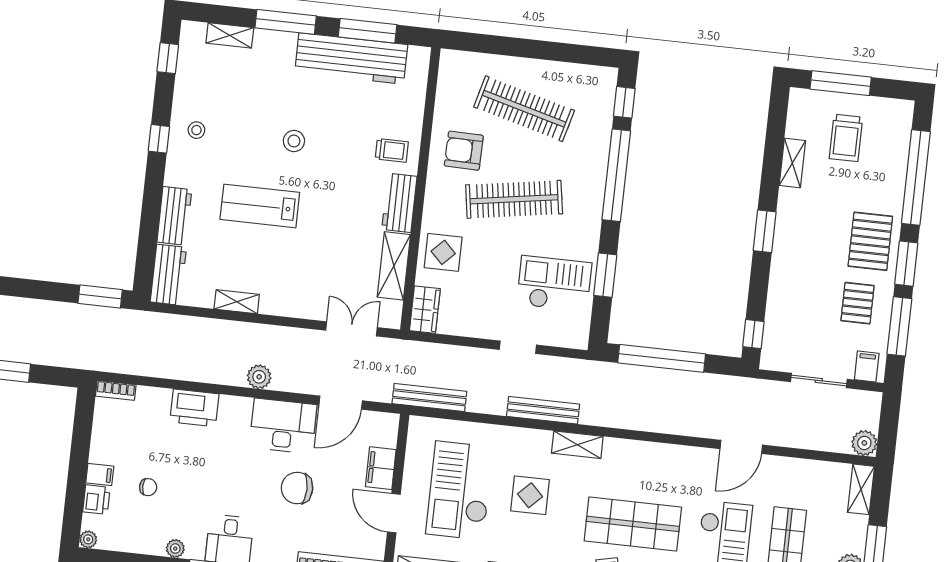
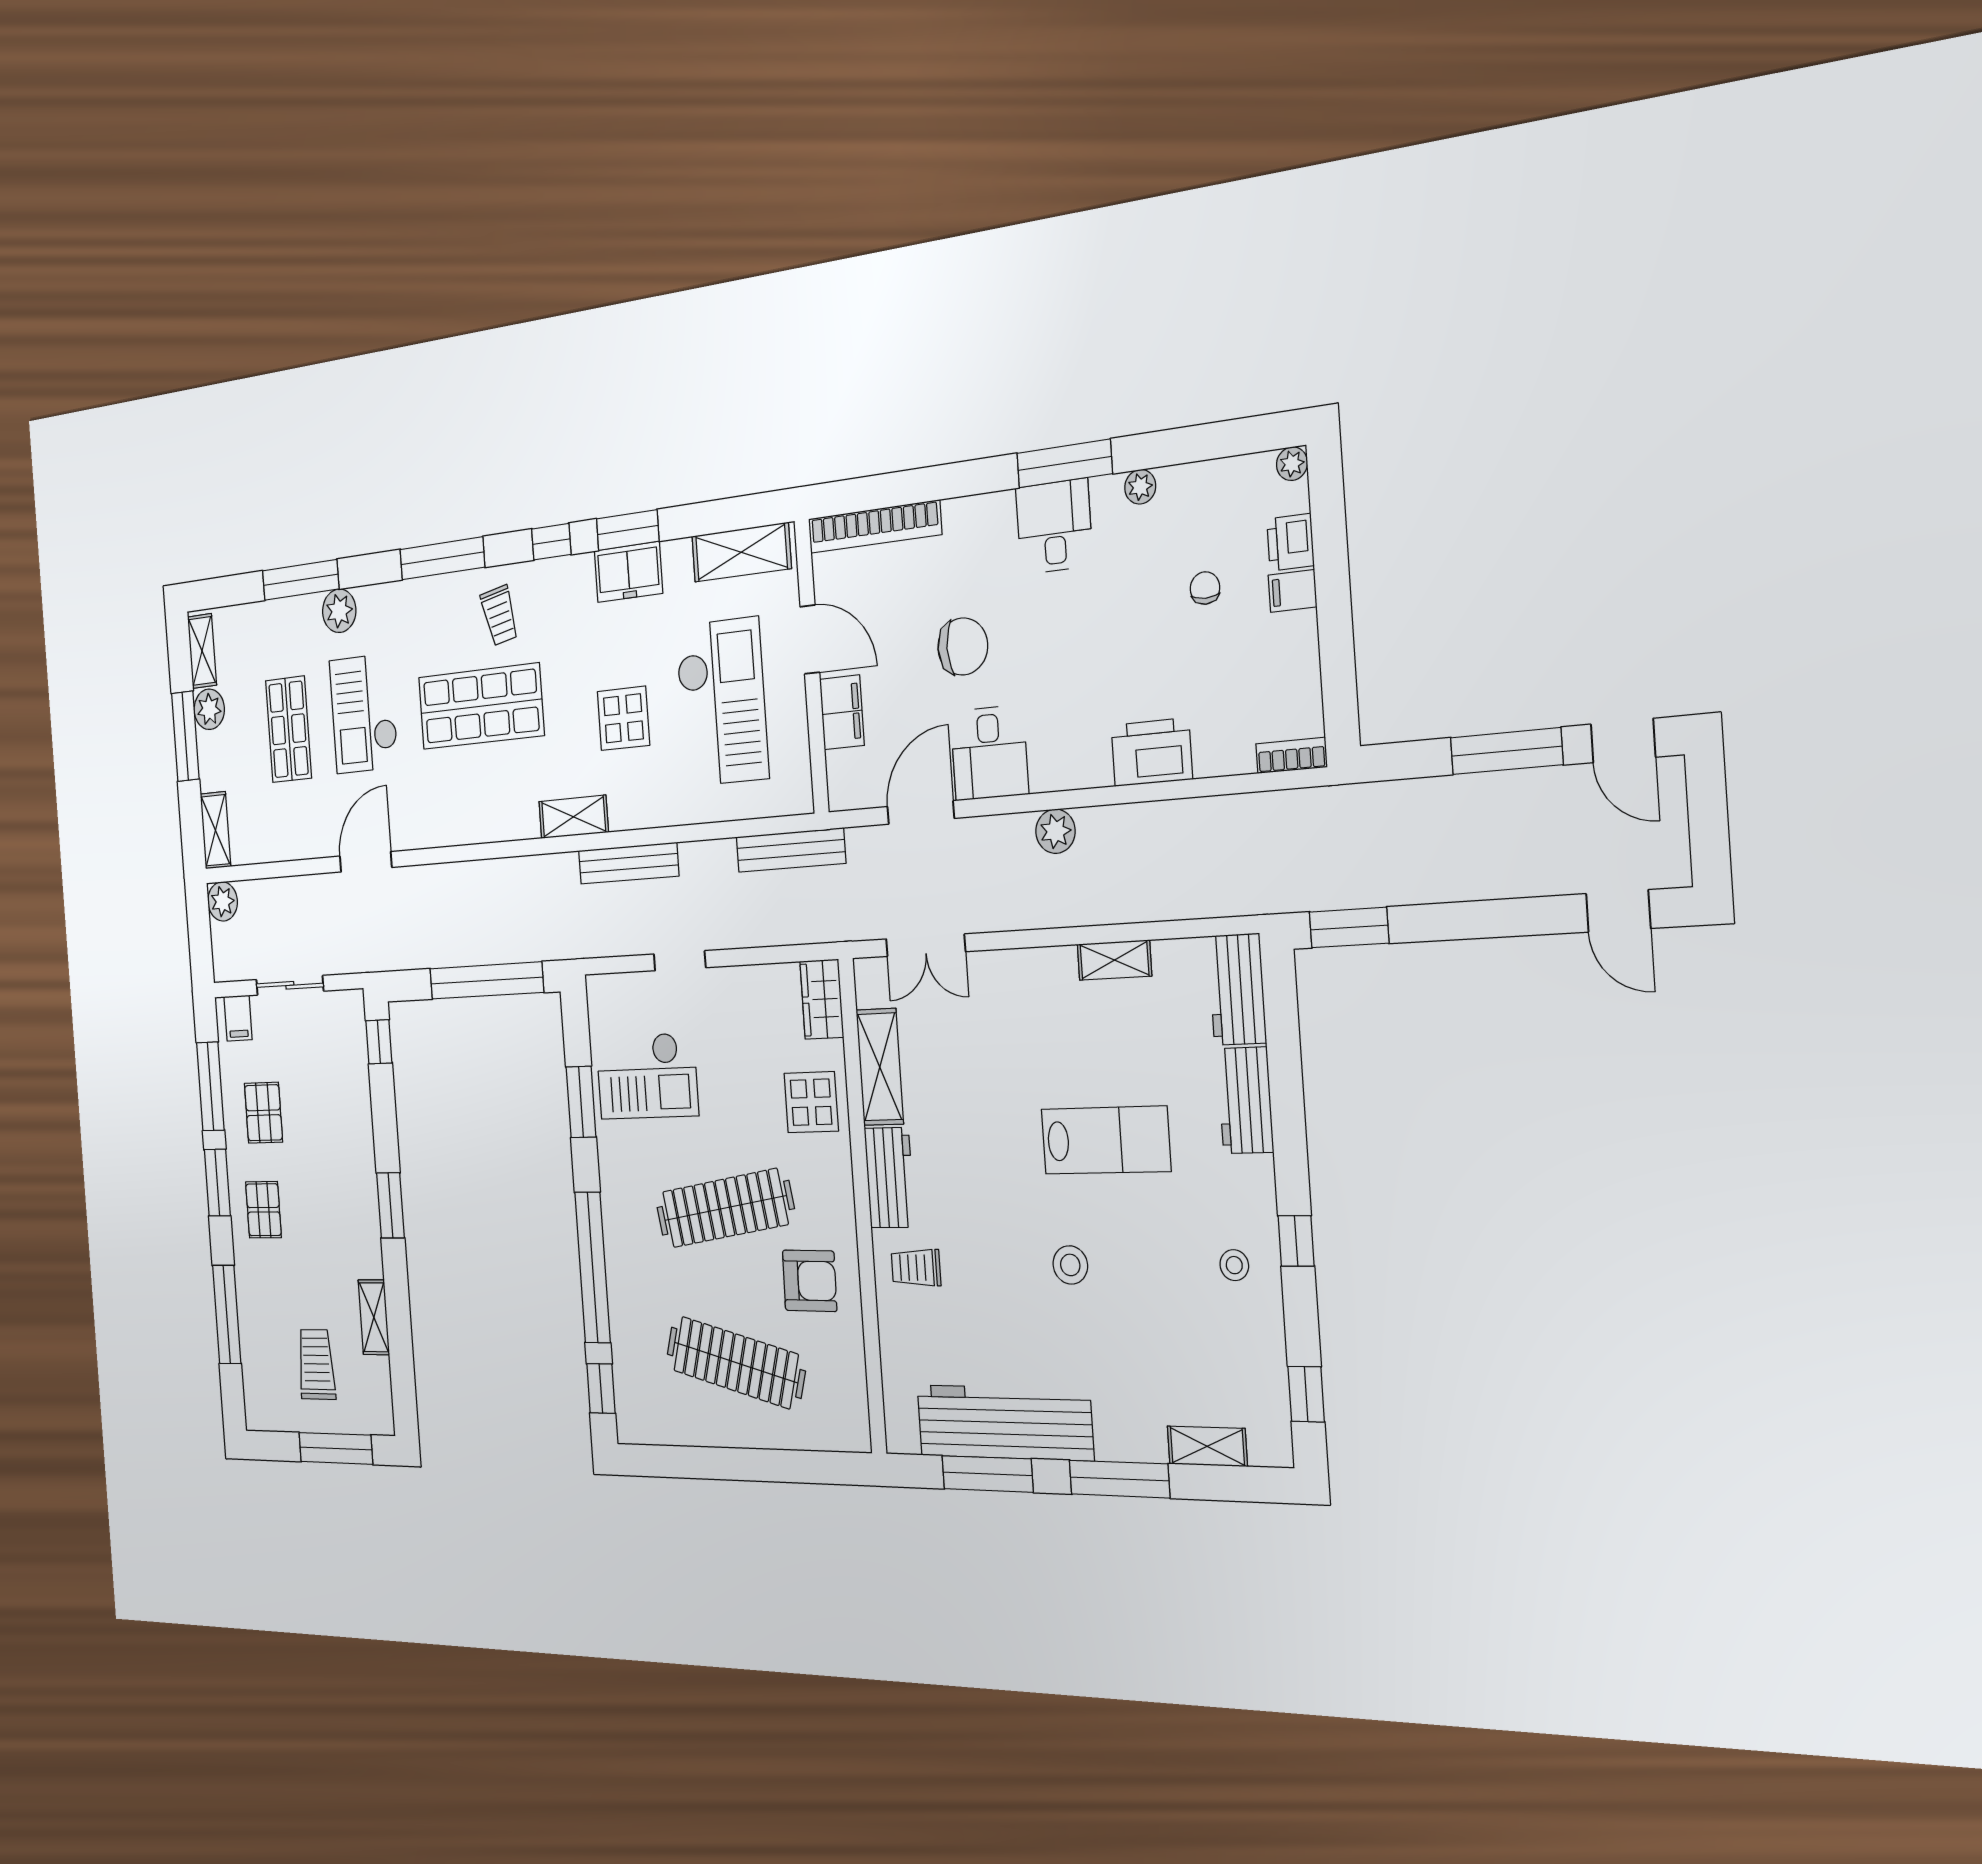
window: (916, 177) -> (227, 1314), width x0.68
pallet: (870, 241) -> (263, 1210), width x0.67, depth x0.71
desk: (283, 426) -> (989, 753), width x0.73
chair: (148, 487) -> (1205, 588), turned 90

